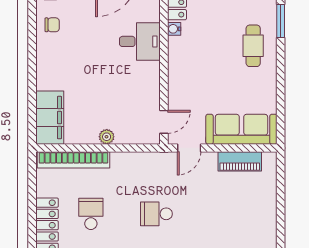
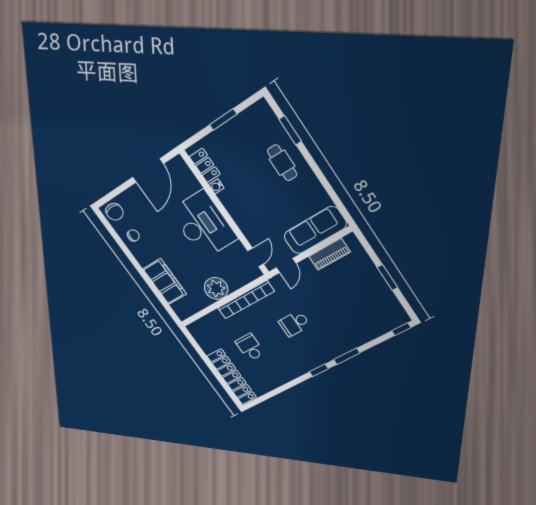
desk: (140, 41) -> (203, 225), width x1.87, depth x1.30
filing cabinet: (50, 118) -> (165, 282), moved
plant: (107, 137) -> (216, 288), width x1.87, depth x1.87
bookcase: (73, 160) -> (246, 300), moved
window: (281, 217) -> (387, 277), added

